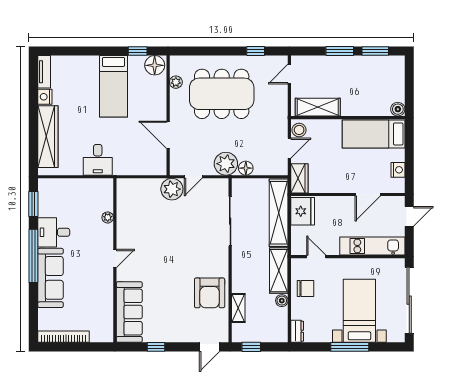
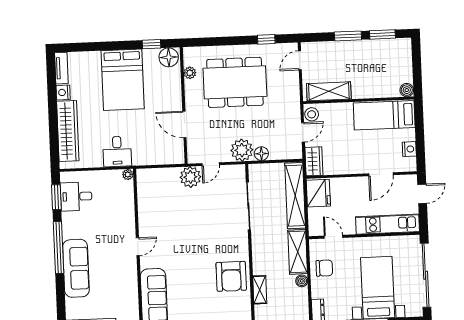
bed: (113, 86) -> (123, 80), width x1.50
plant: (108, 217) -> (128, 174), moved
desk: (54, 232) -> (76, 196), moved

